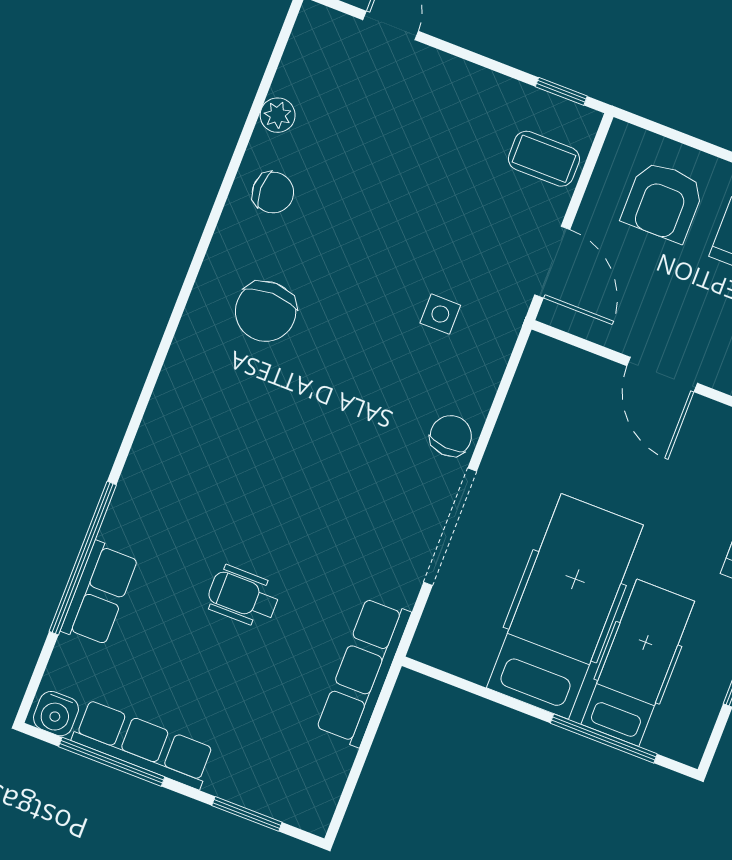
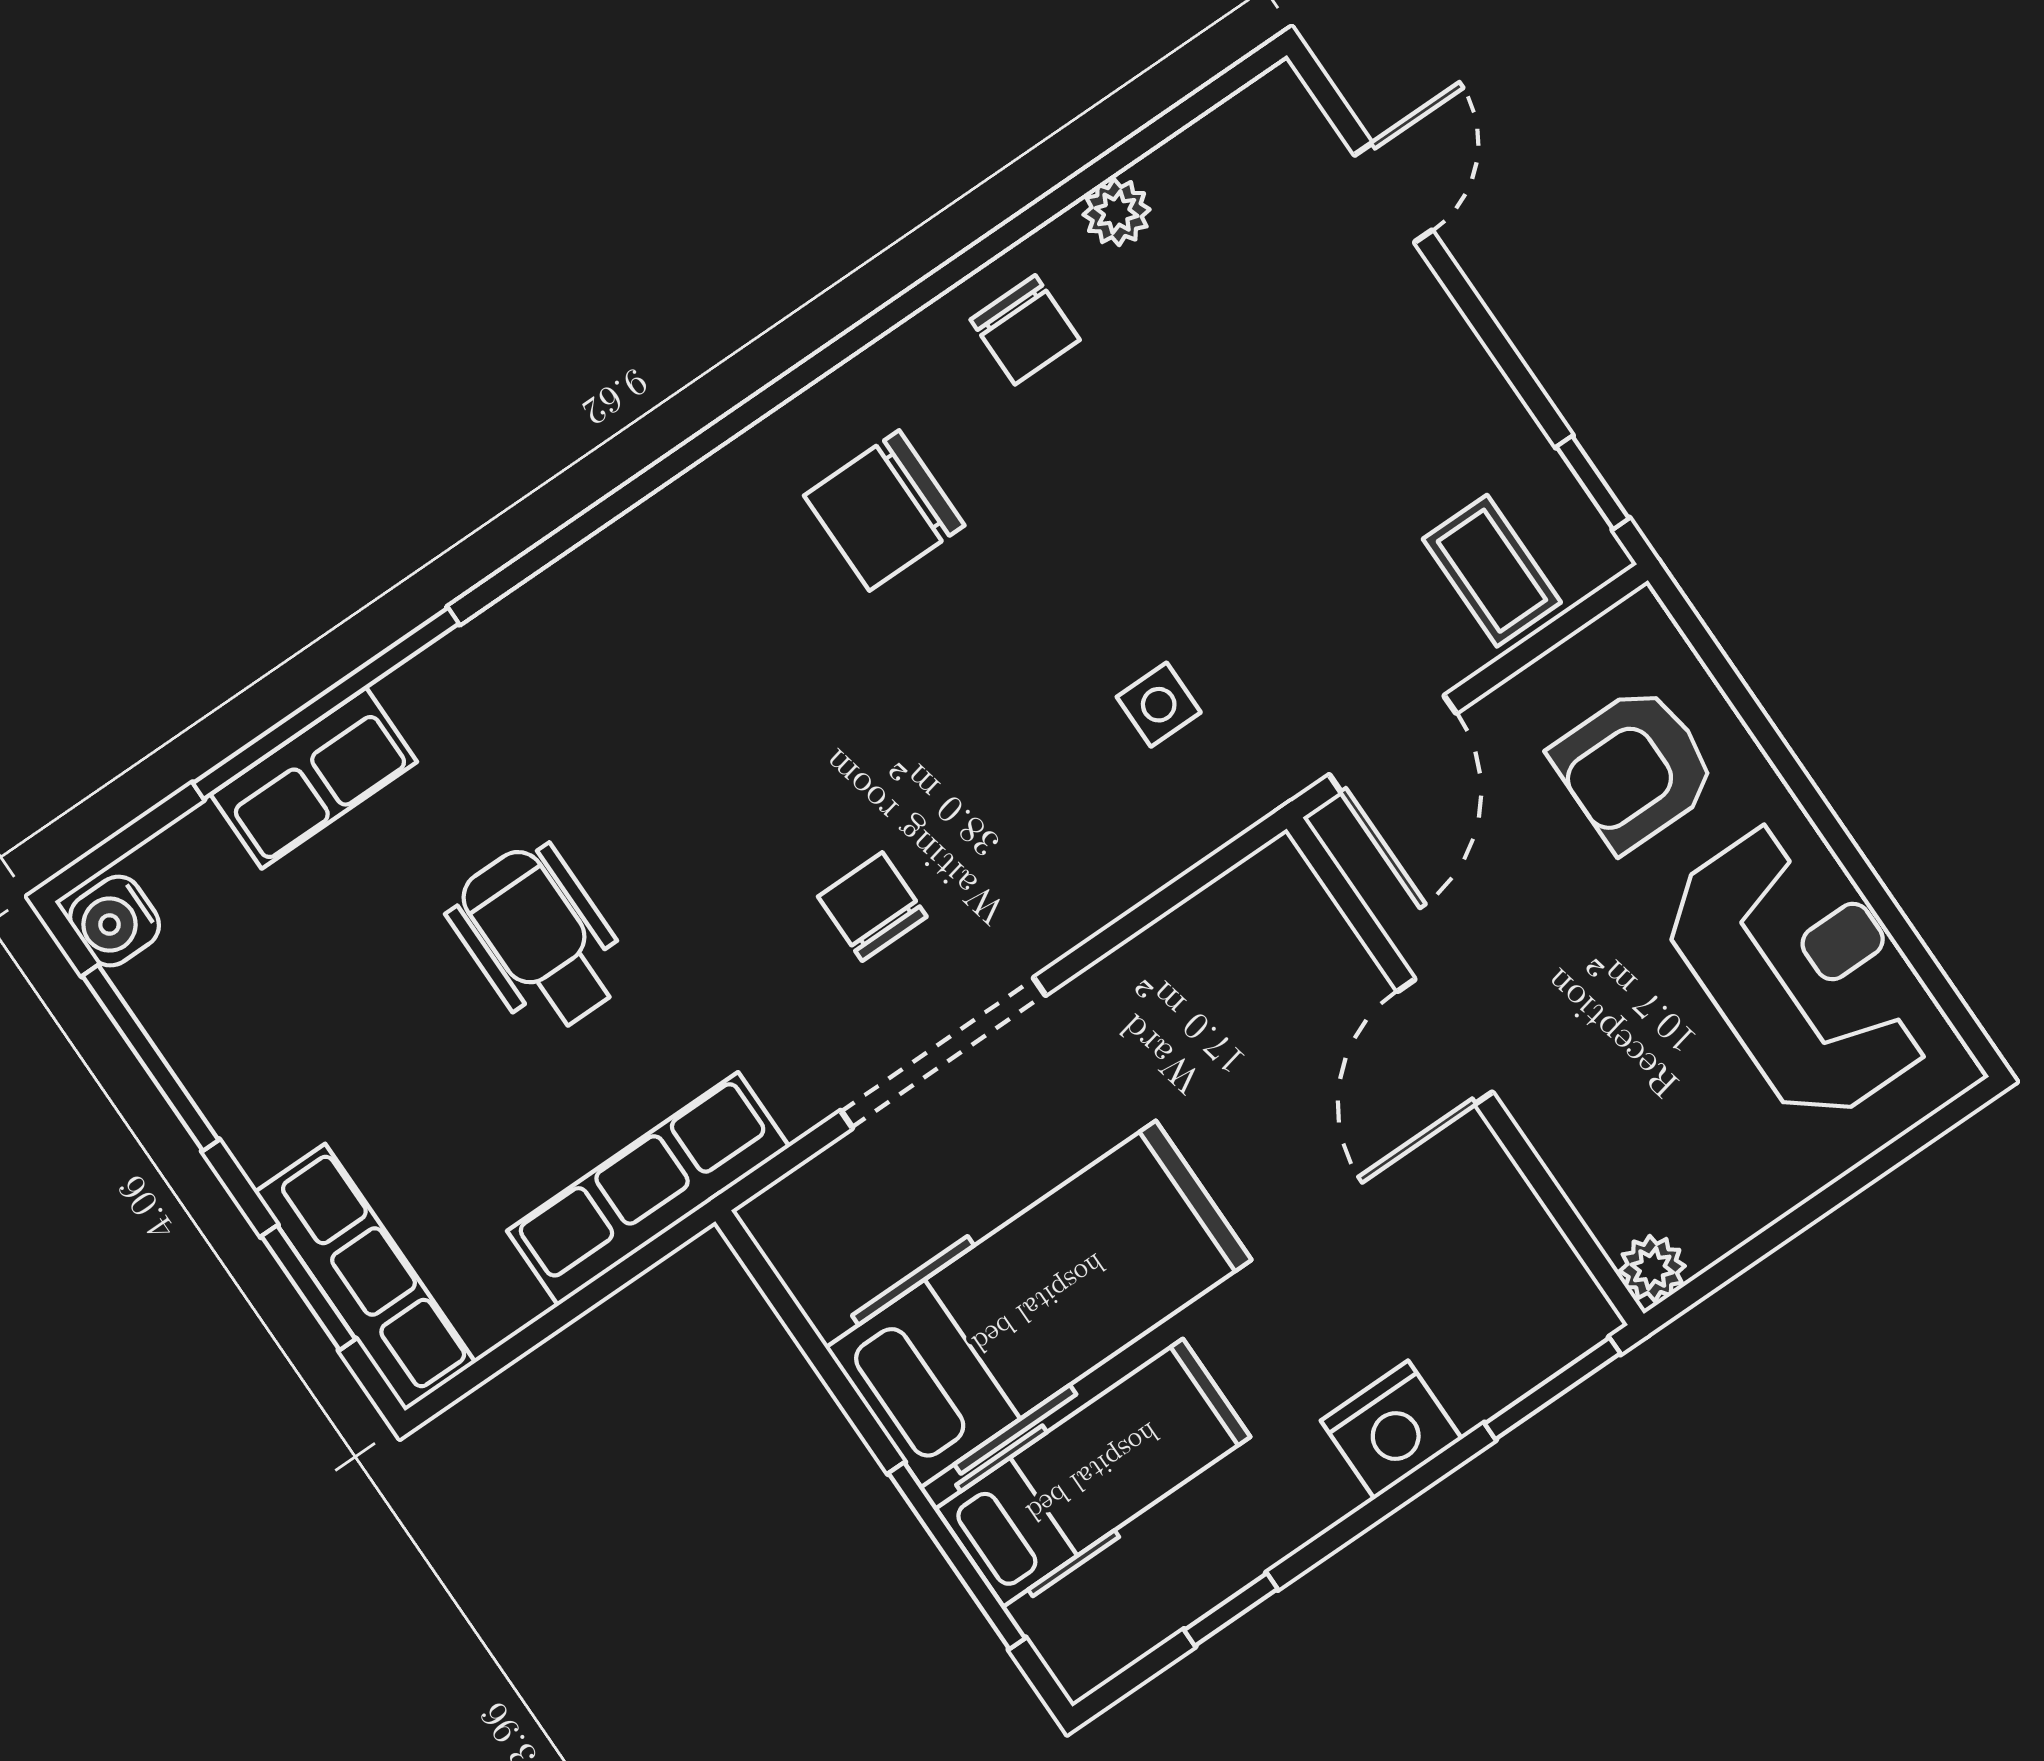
chair: (451, 436) -> (872, 907), moved, turned -94
wheelchair: (243, 597) -> (539, 939), width x1.36, depth x1.37
row of seats: (143, 745) -> (365, 1277), moved

